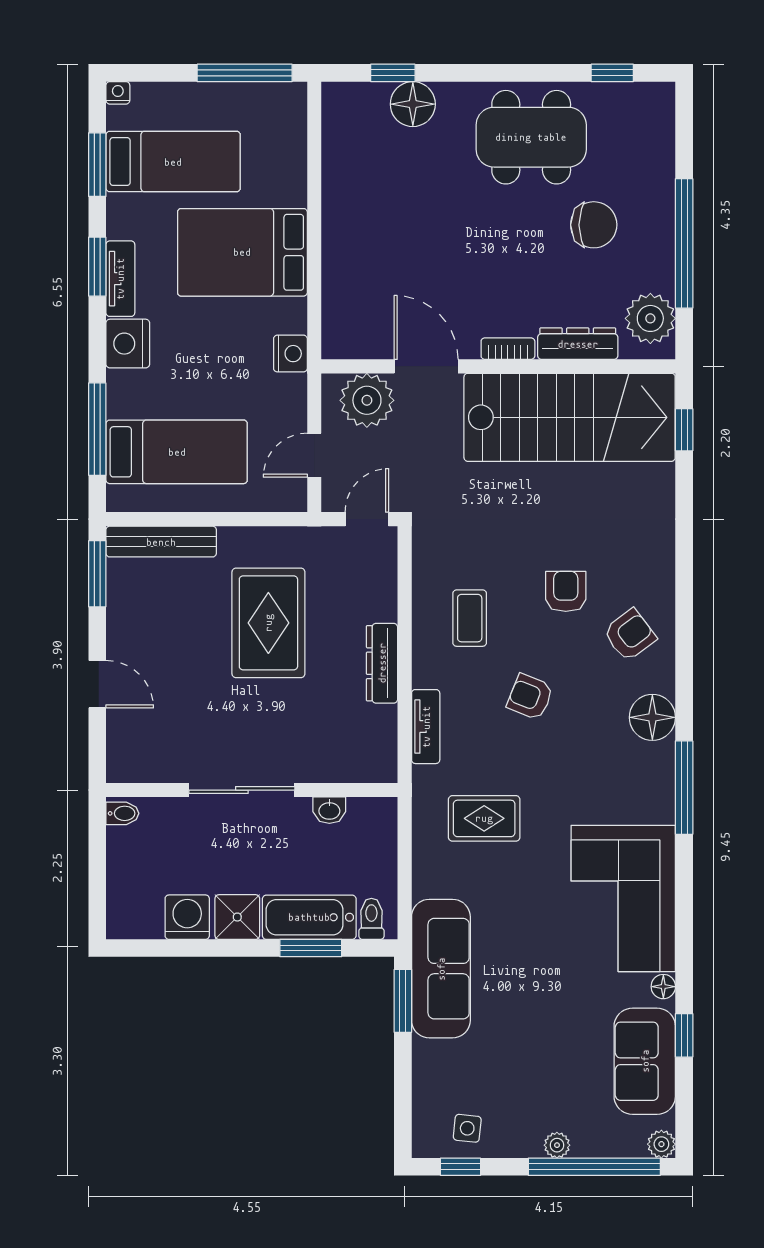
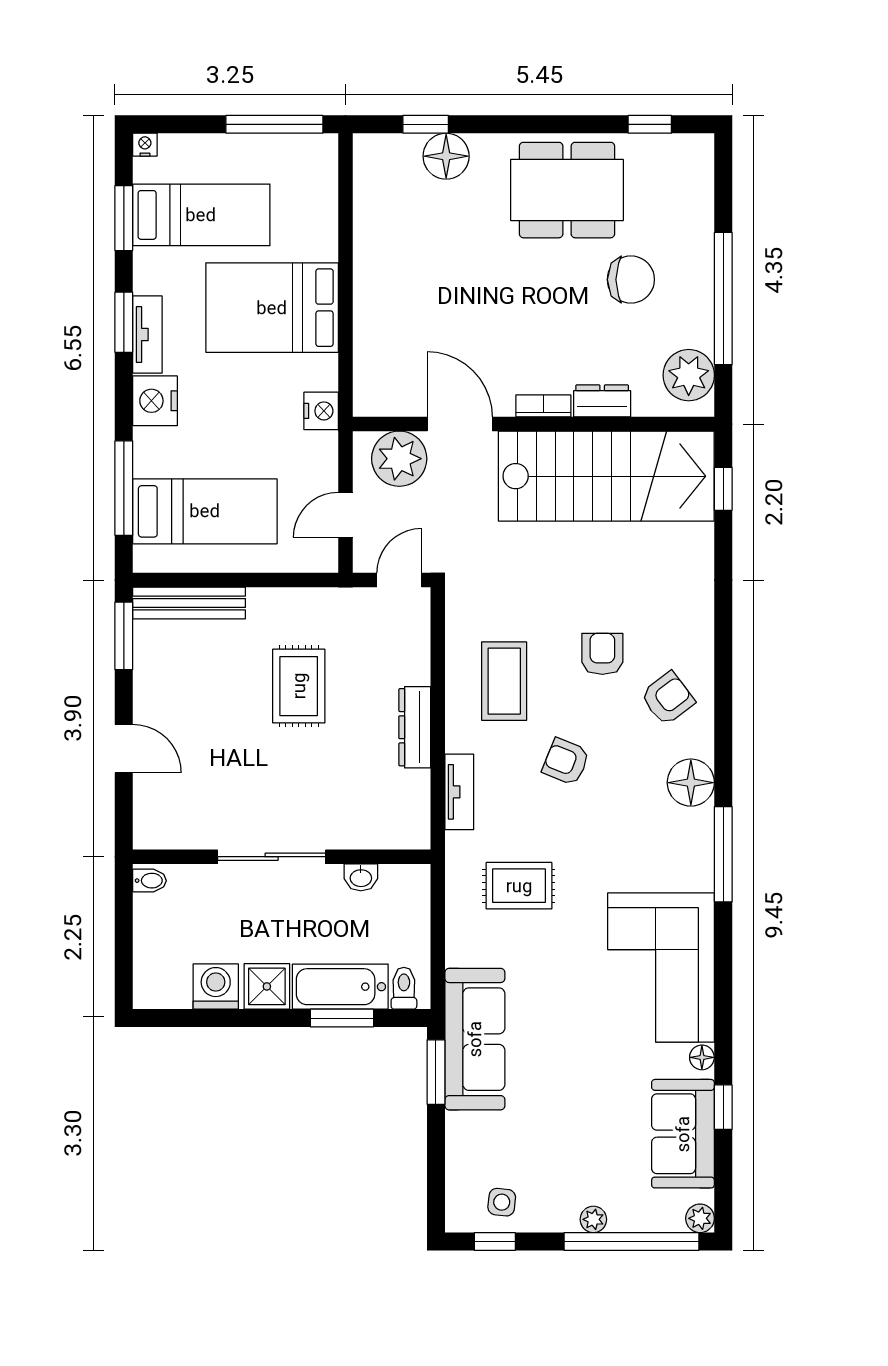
dresser: (578, 344) -> (602, 401), width x0.70
coffee table: (470, 618) -> (504, 681), width x1.36, depth x1.30
rug: (268, 623) -> (299, 686), width x0.73, depth x0.70

